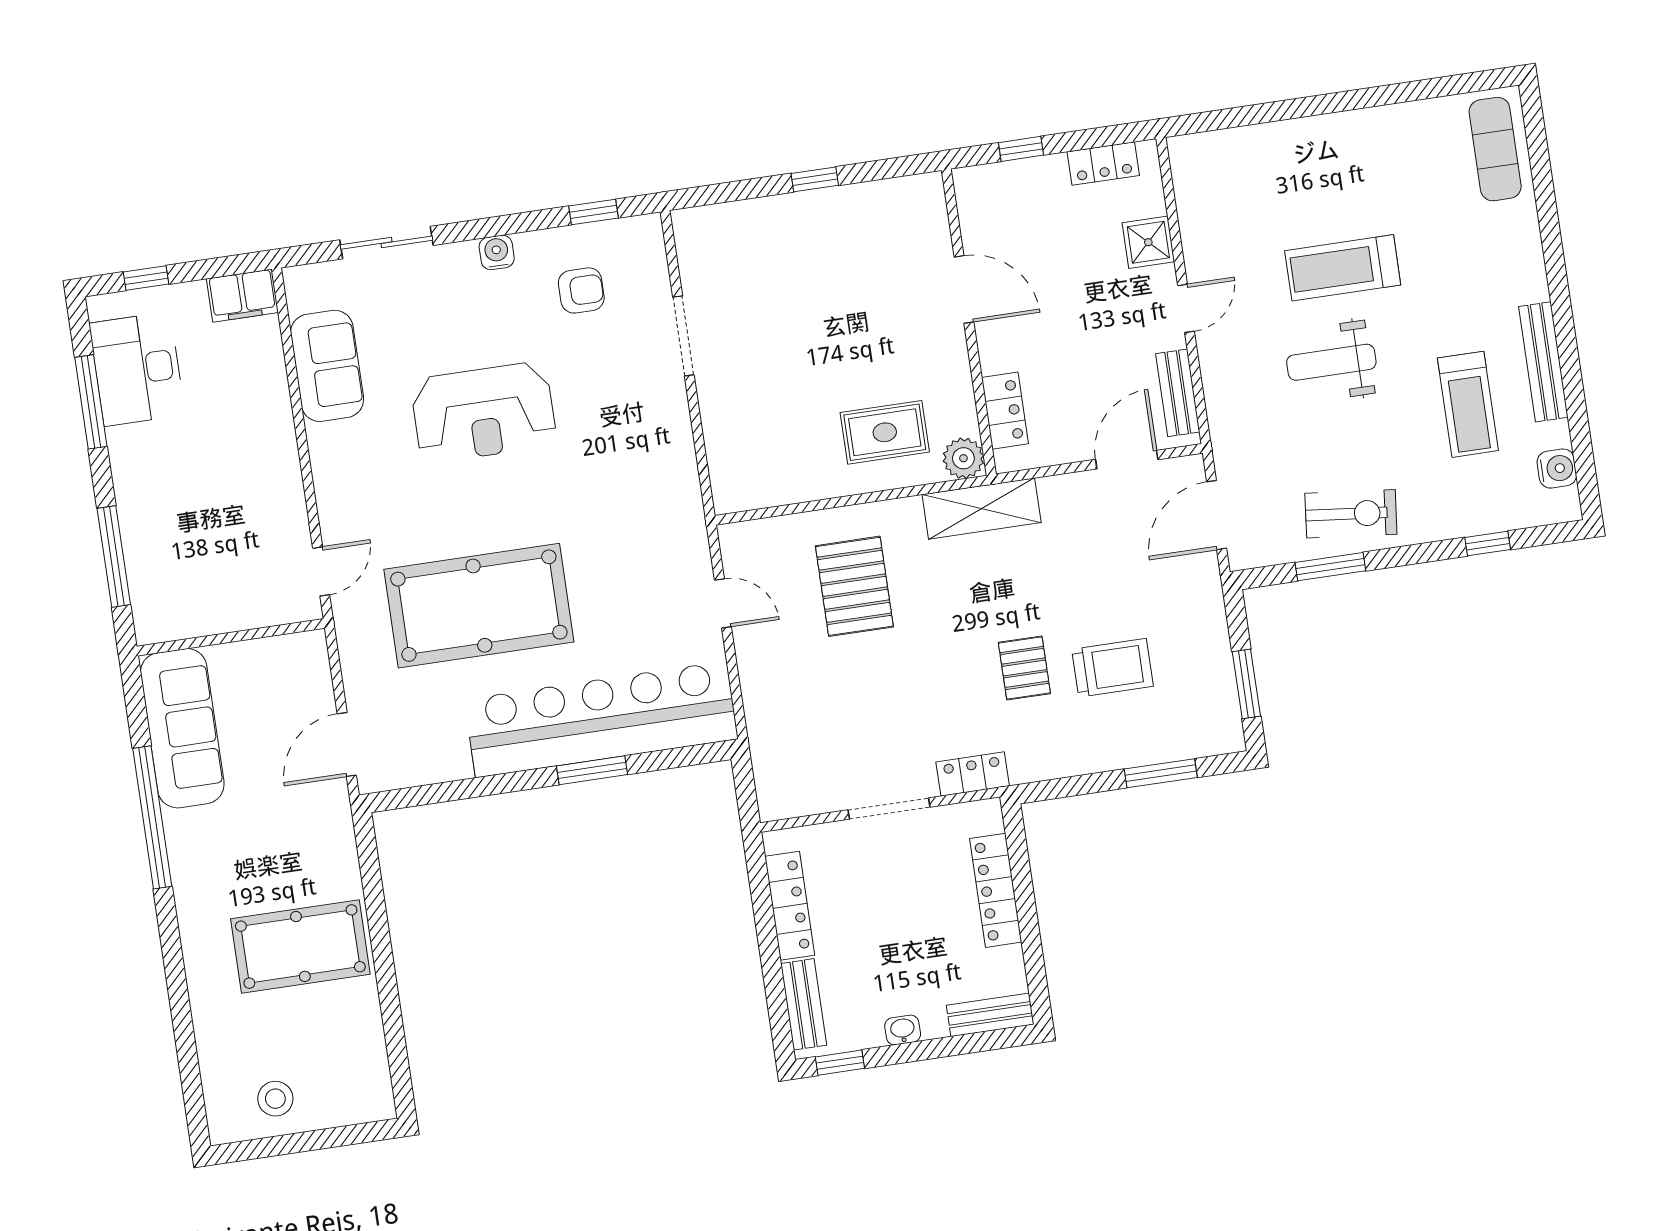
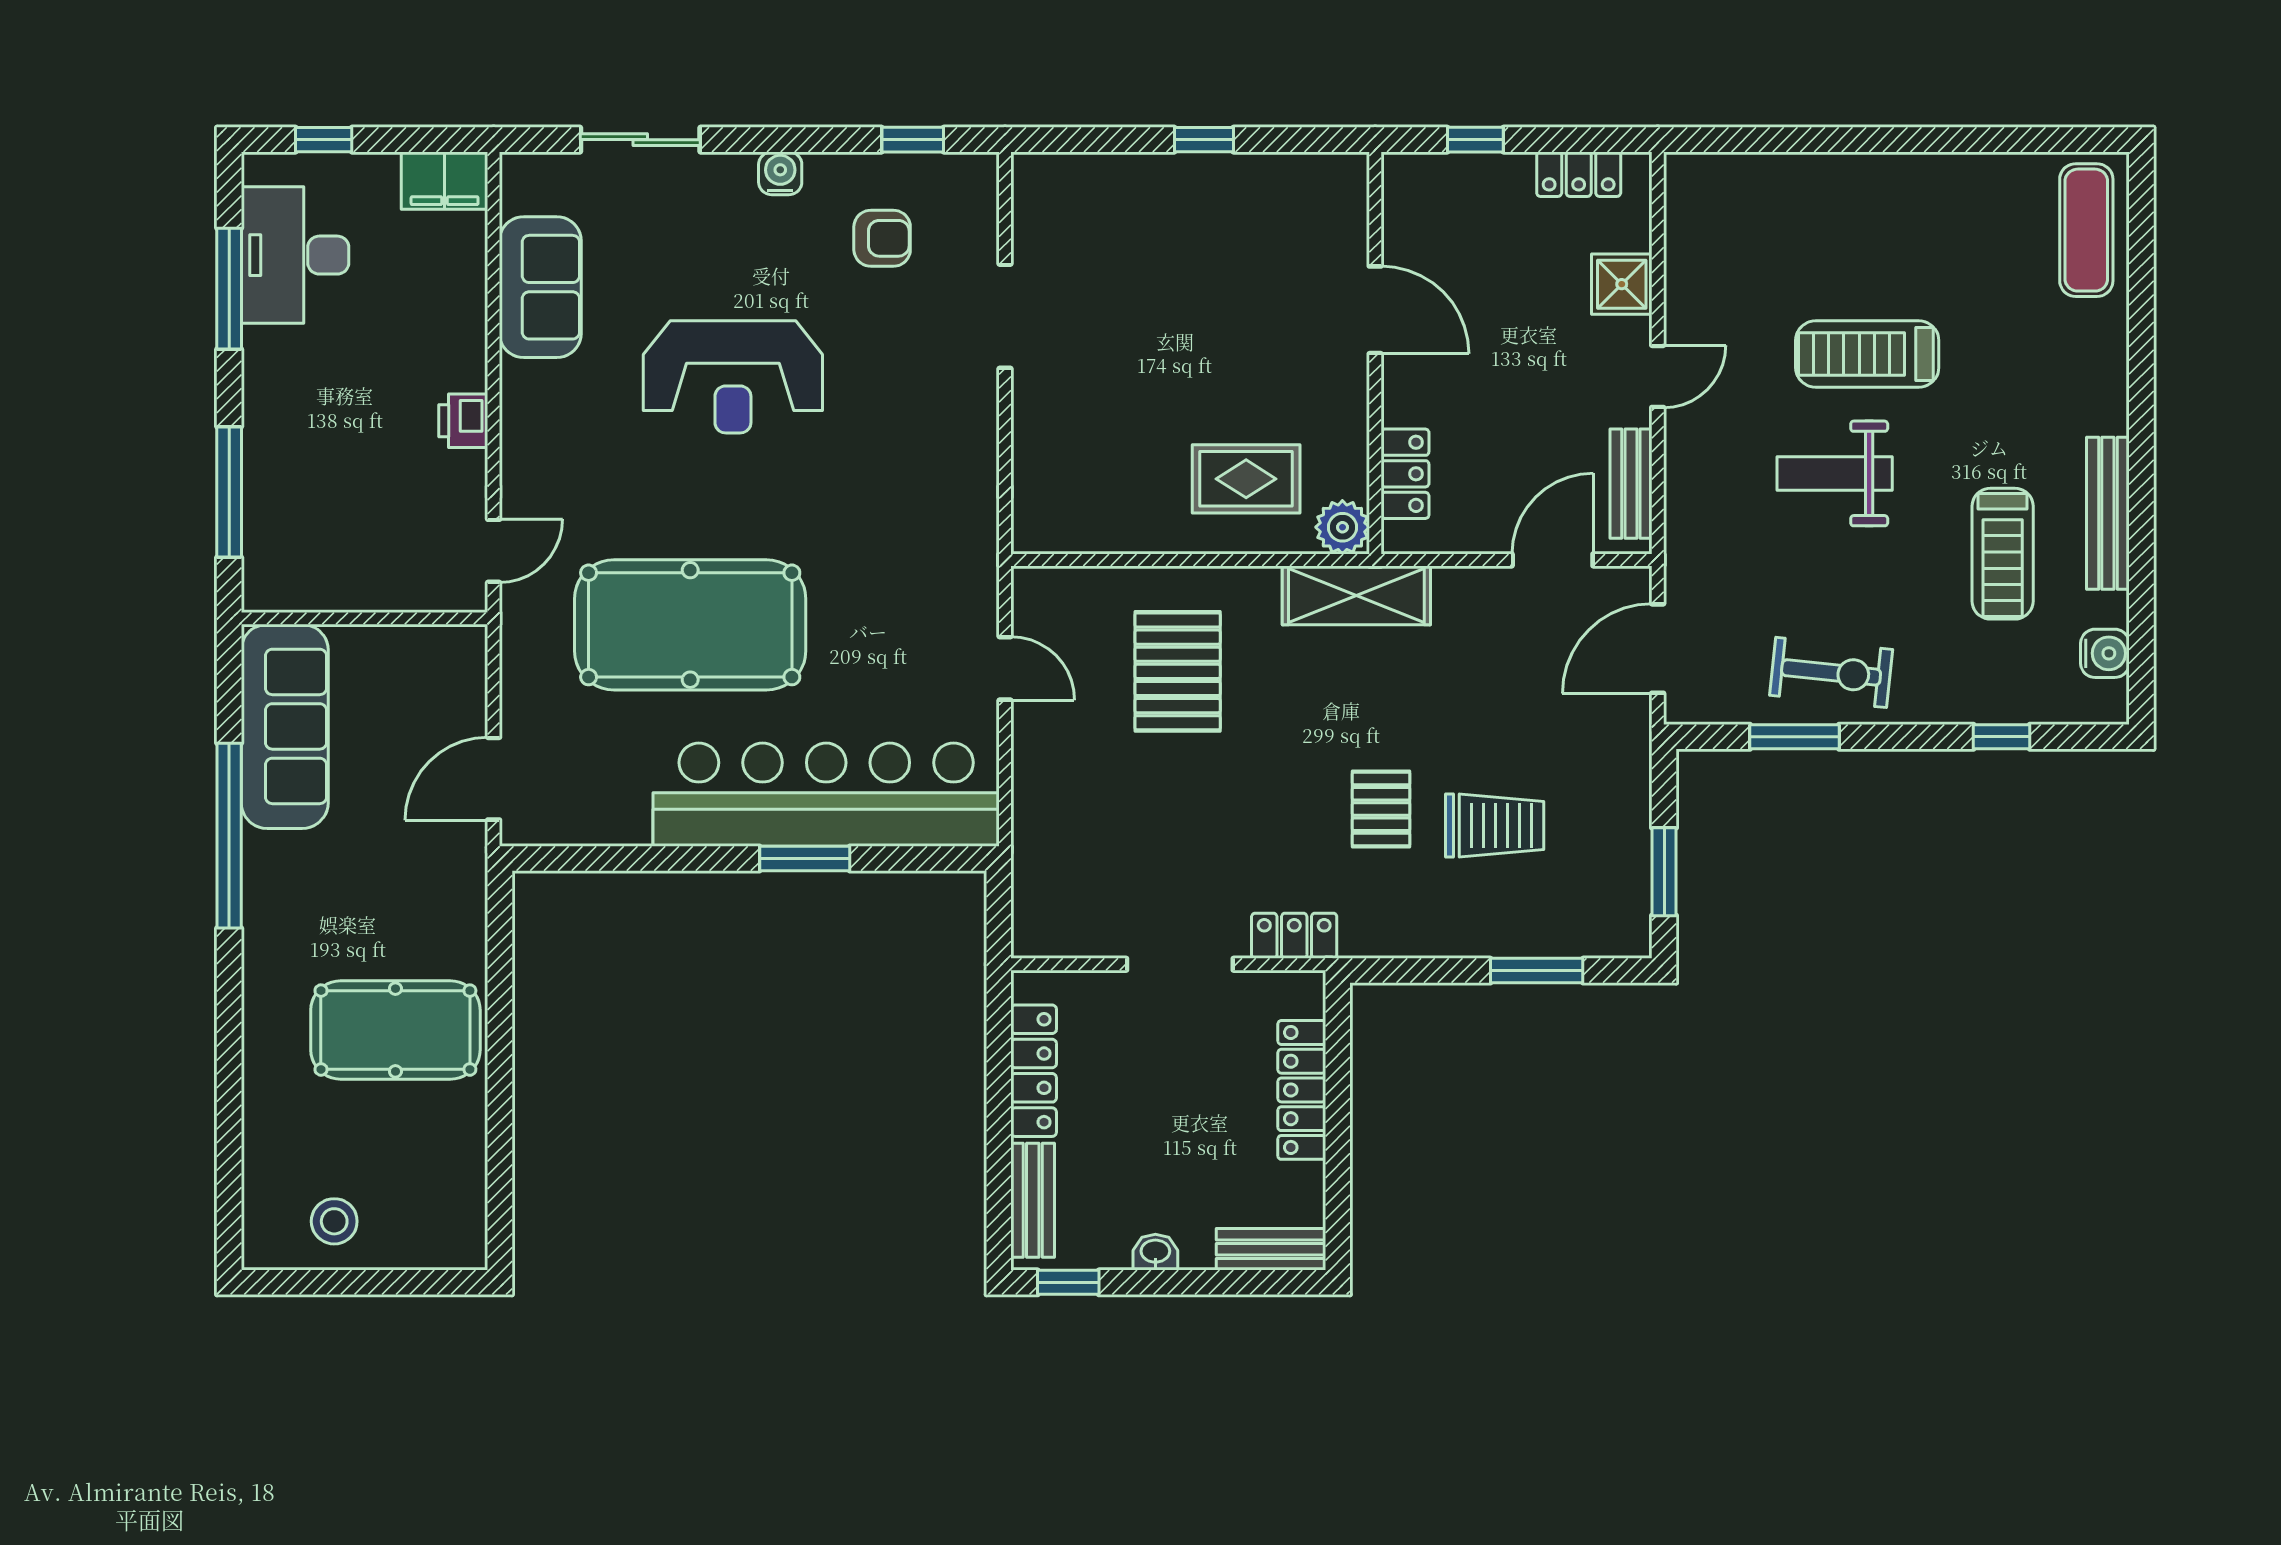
printer: (284, 476) -> (463, 421), added

